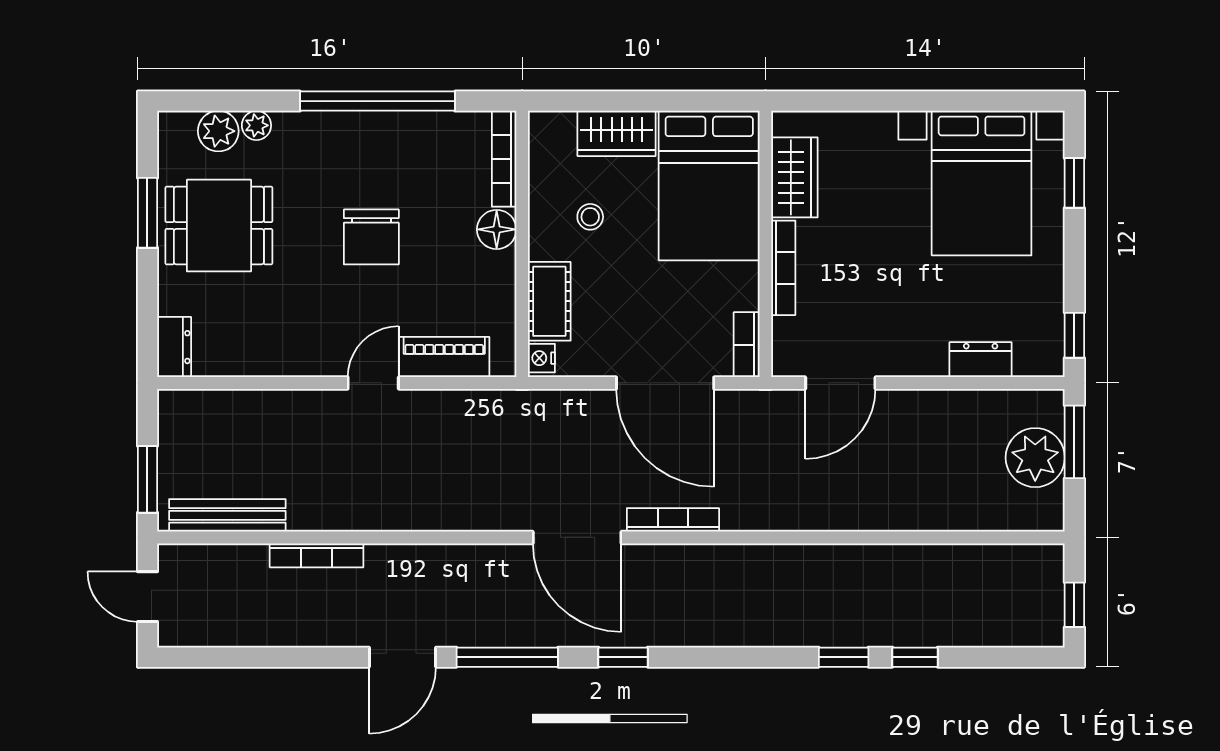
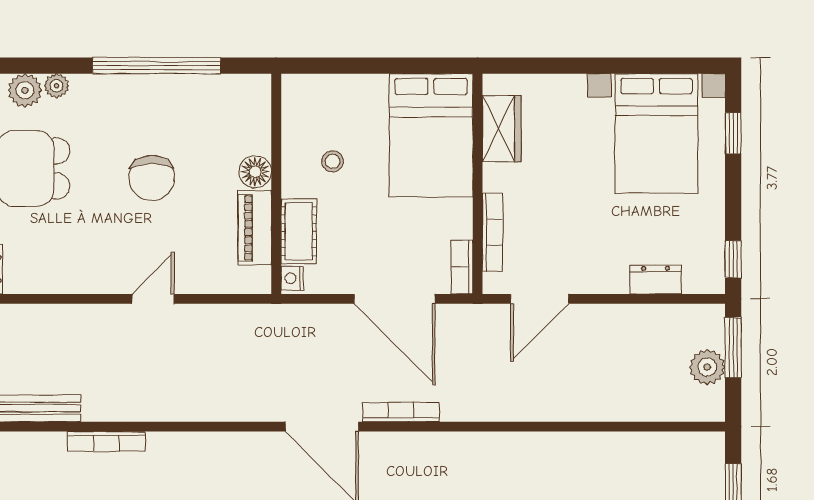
wardrobe: (617, 133) -> (354, 92), removed
bookcase: (504, 159) -> (261, 113), removed
bookcase: (783, 268) -> (492, 232), moved
piano: (444, 357) -> (255, 228), moved, turned -90
plant: (1035, 458) -> (707, 367), width x0.73, depth x0.73

